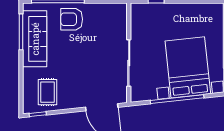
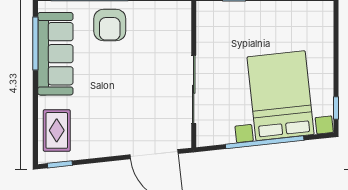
armchair: (72, 19) -> (110, 25), turned -90
rug: (47, 92) -> (57, 130), moved

